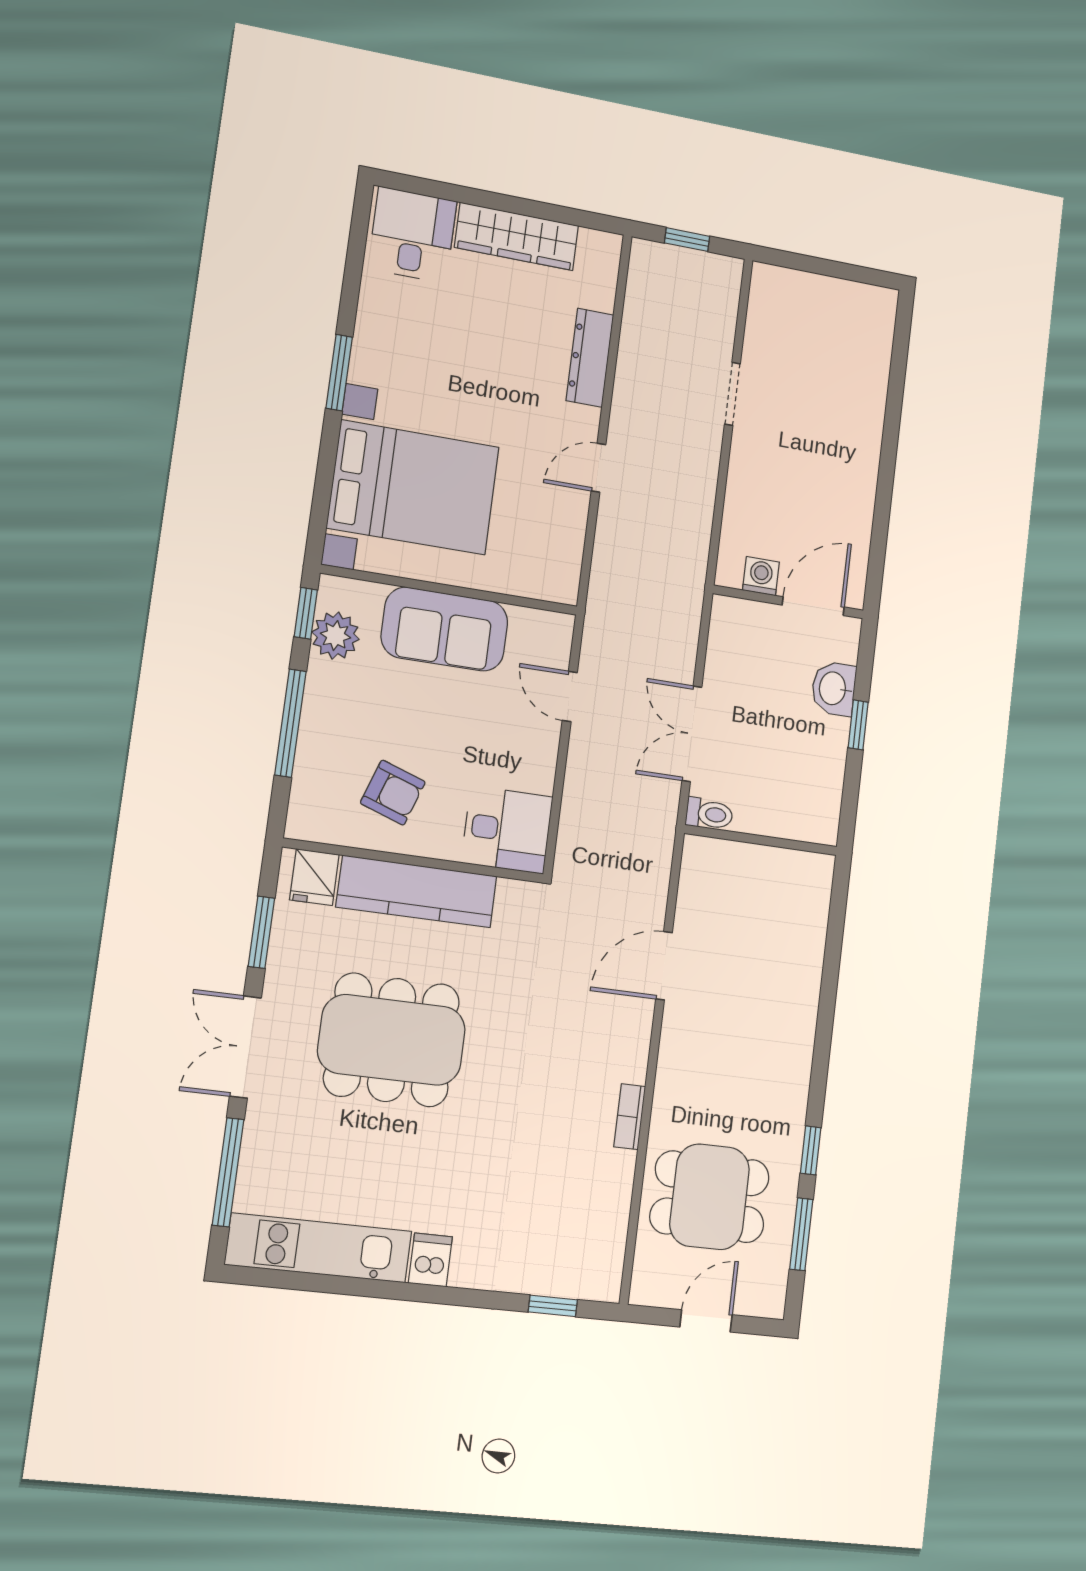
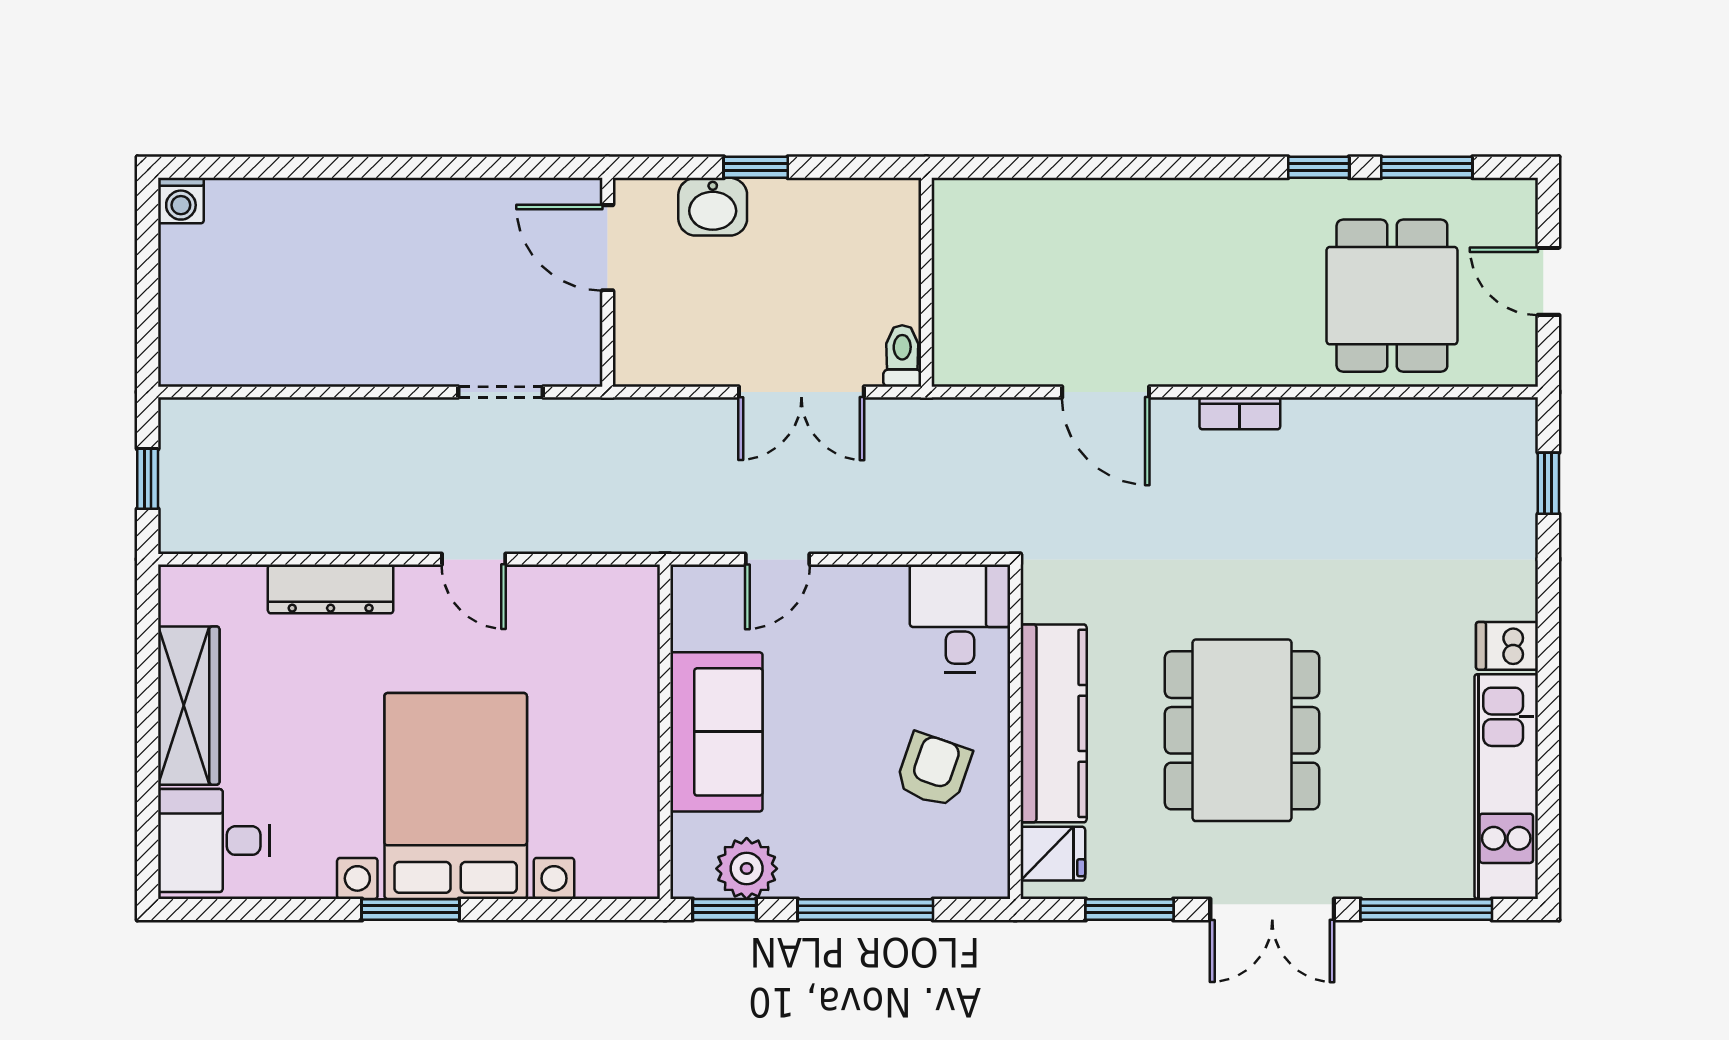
doorway: (732, 394) -> (501, 392), moved
bed with nightstands: (413, 487) -> (456, 796), moved
washing machine: (761, 576) -> (181, 201), moved, turned -90
bookcase: (630, 1117) -> (1240, 413), moved

